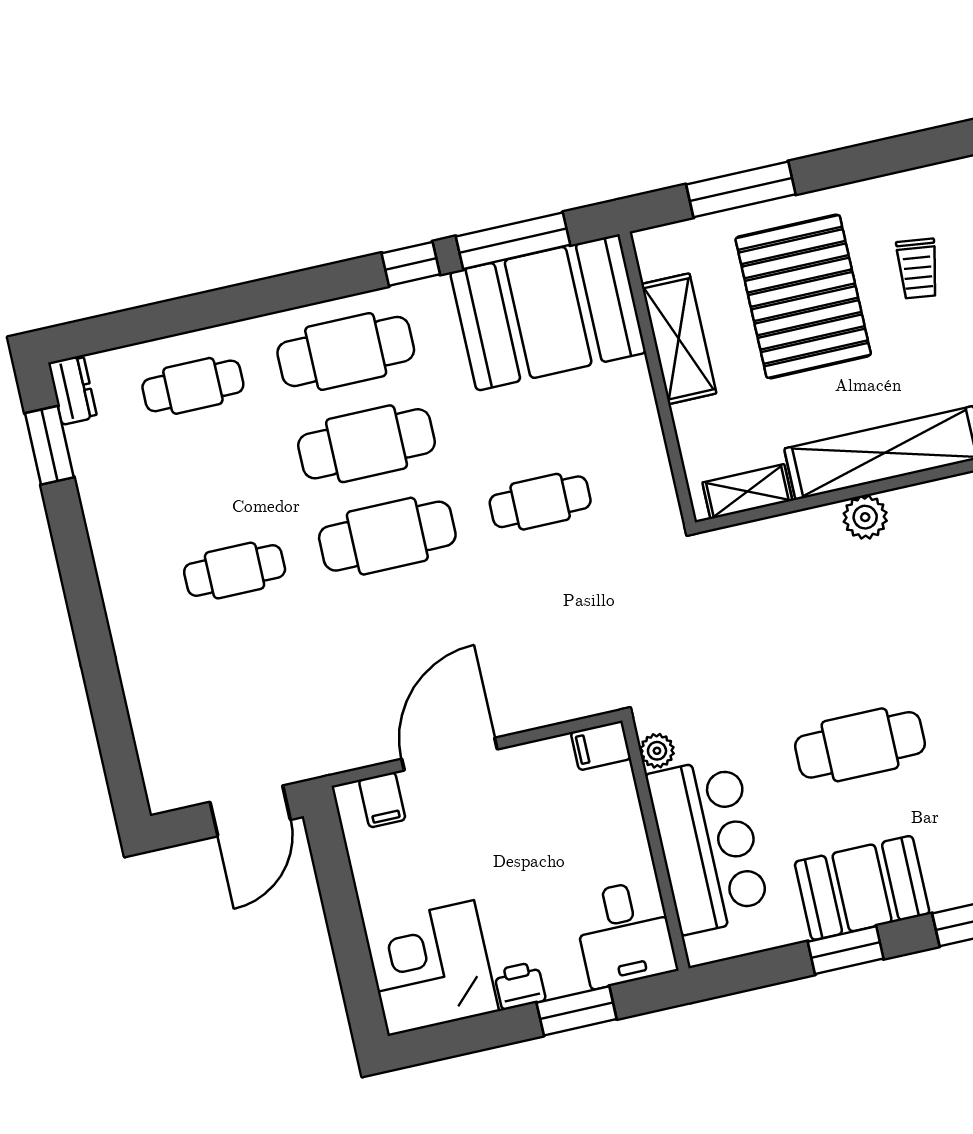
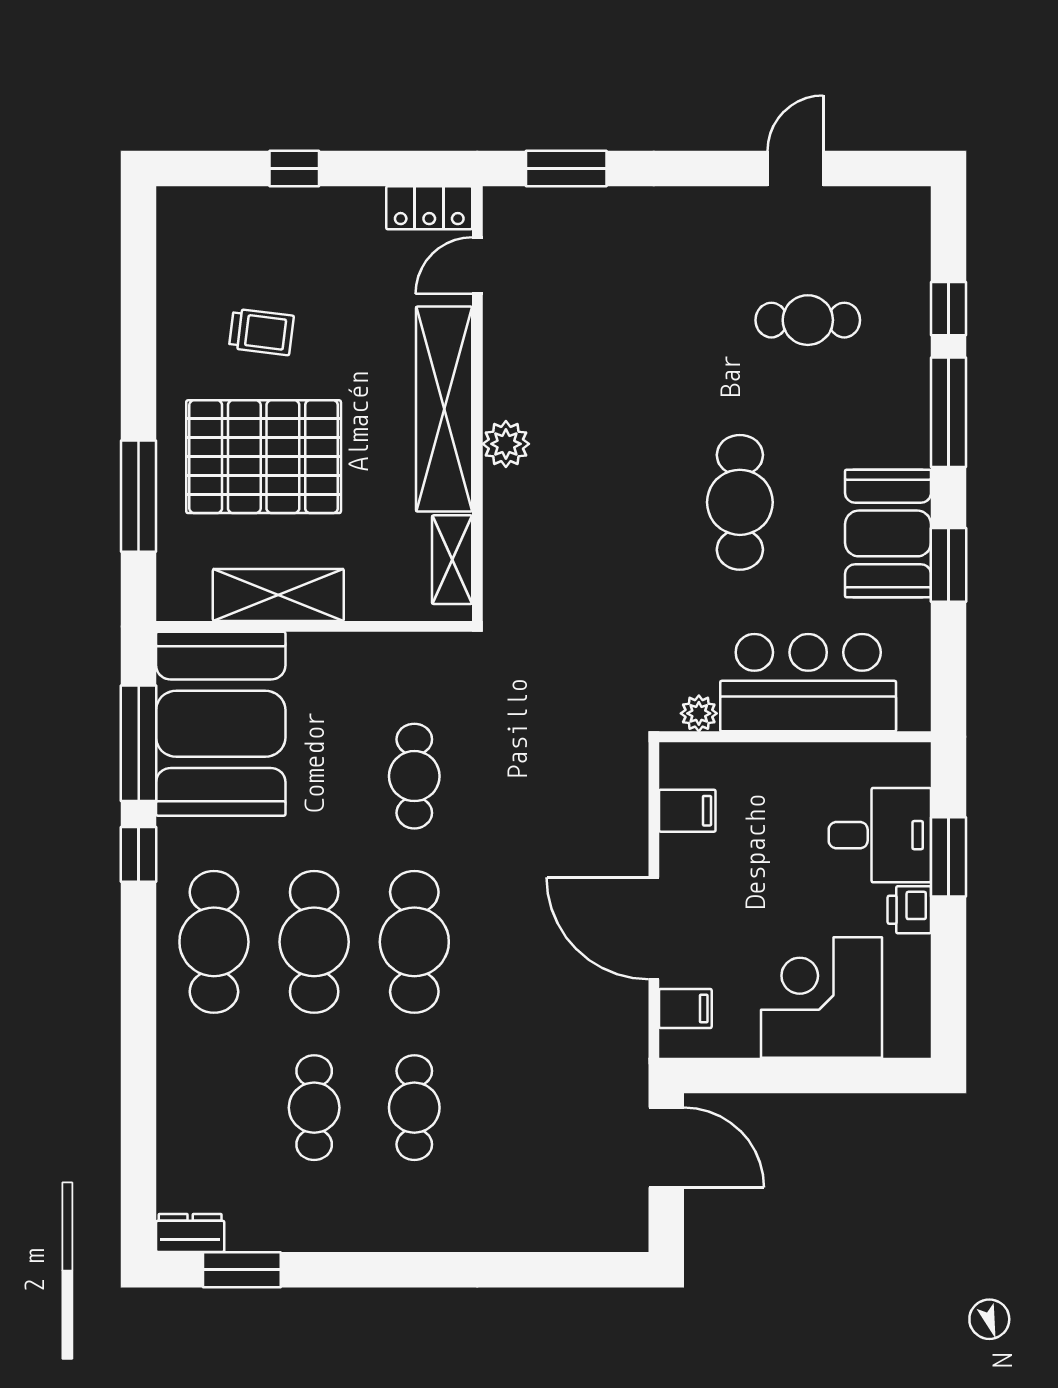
cafe table: (193, 386) -> (314, 1108), moved
filing cabinet: (601, 746) -> (687, 811), moved, turned -90
desk: (625, 933) -> (880, 835), moved
corner desk: (431, 968) -> (821, 997), moved, turned 90

